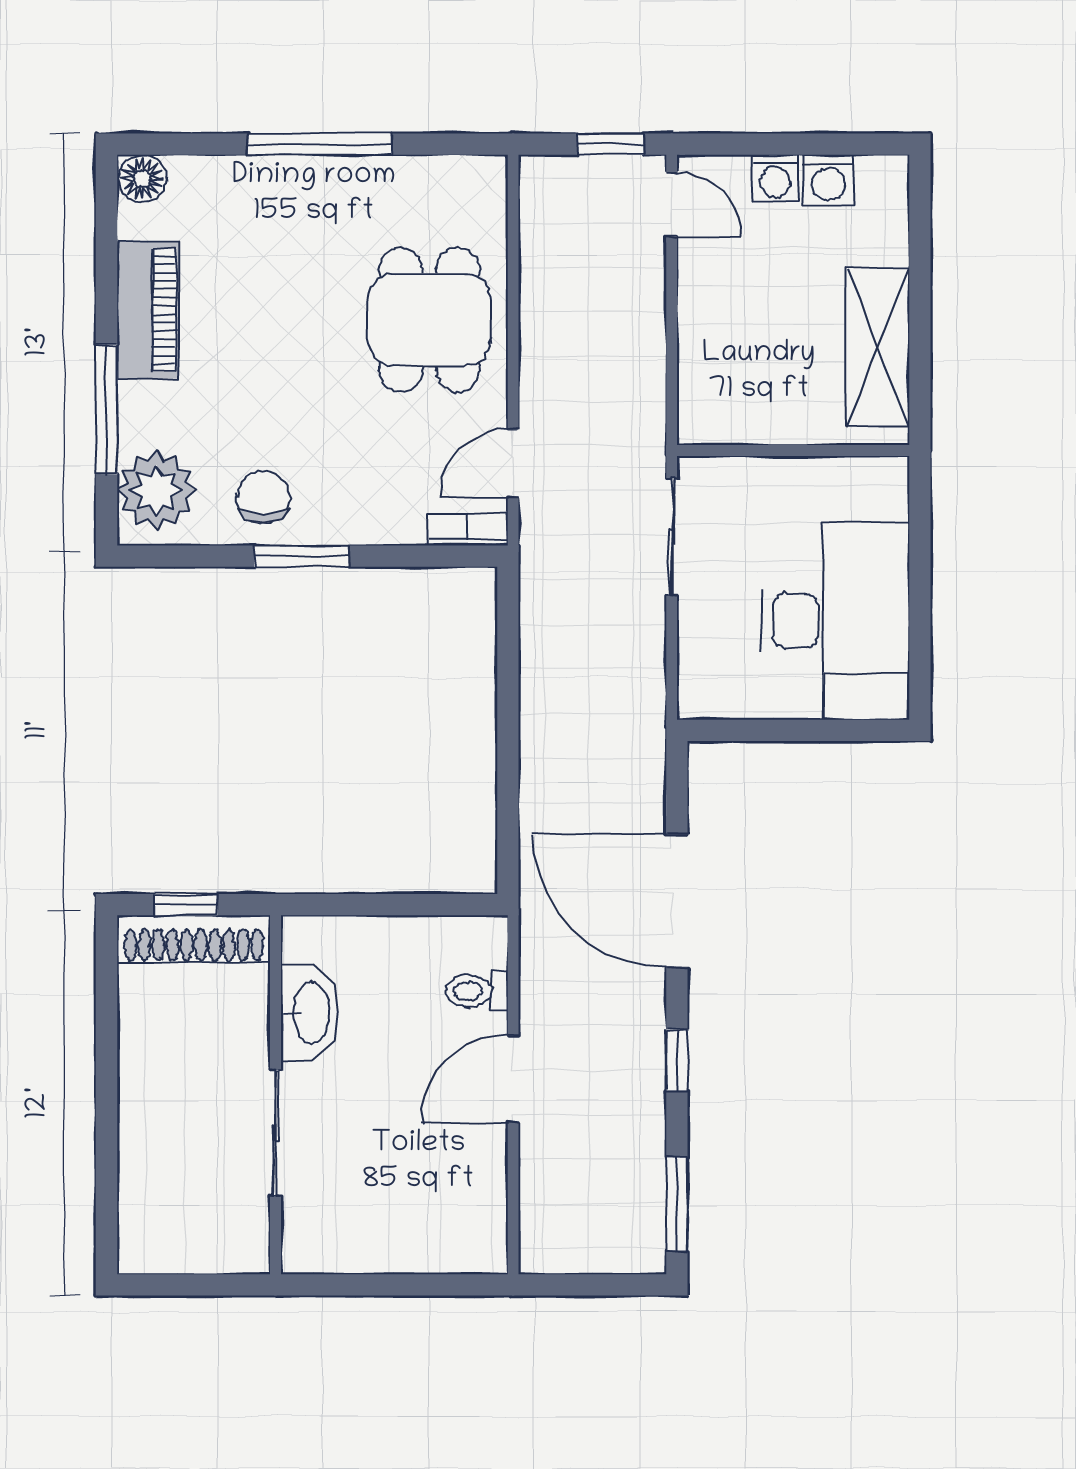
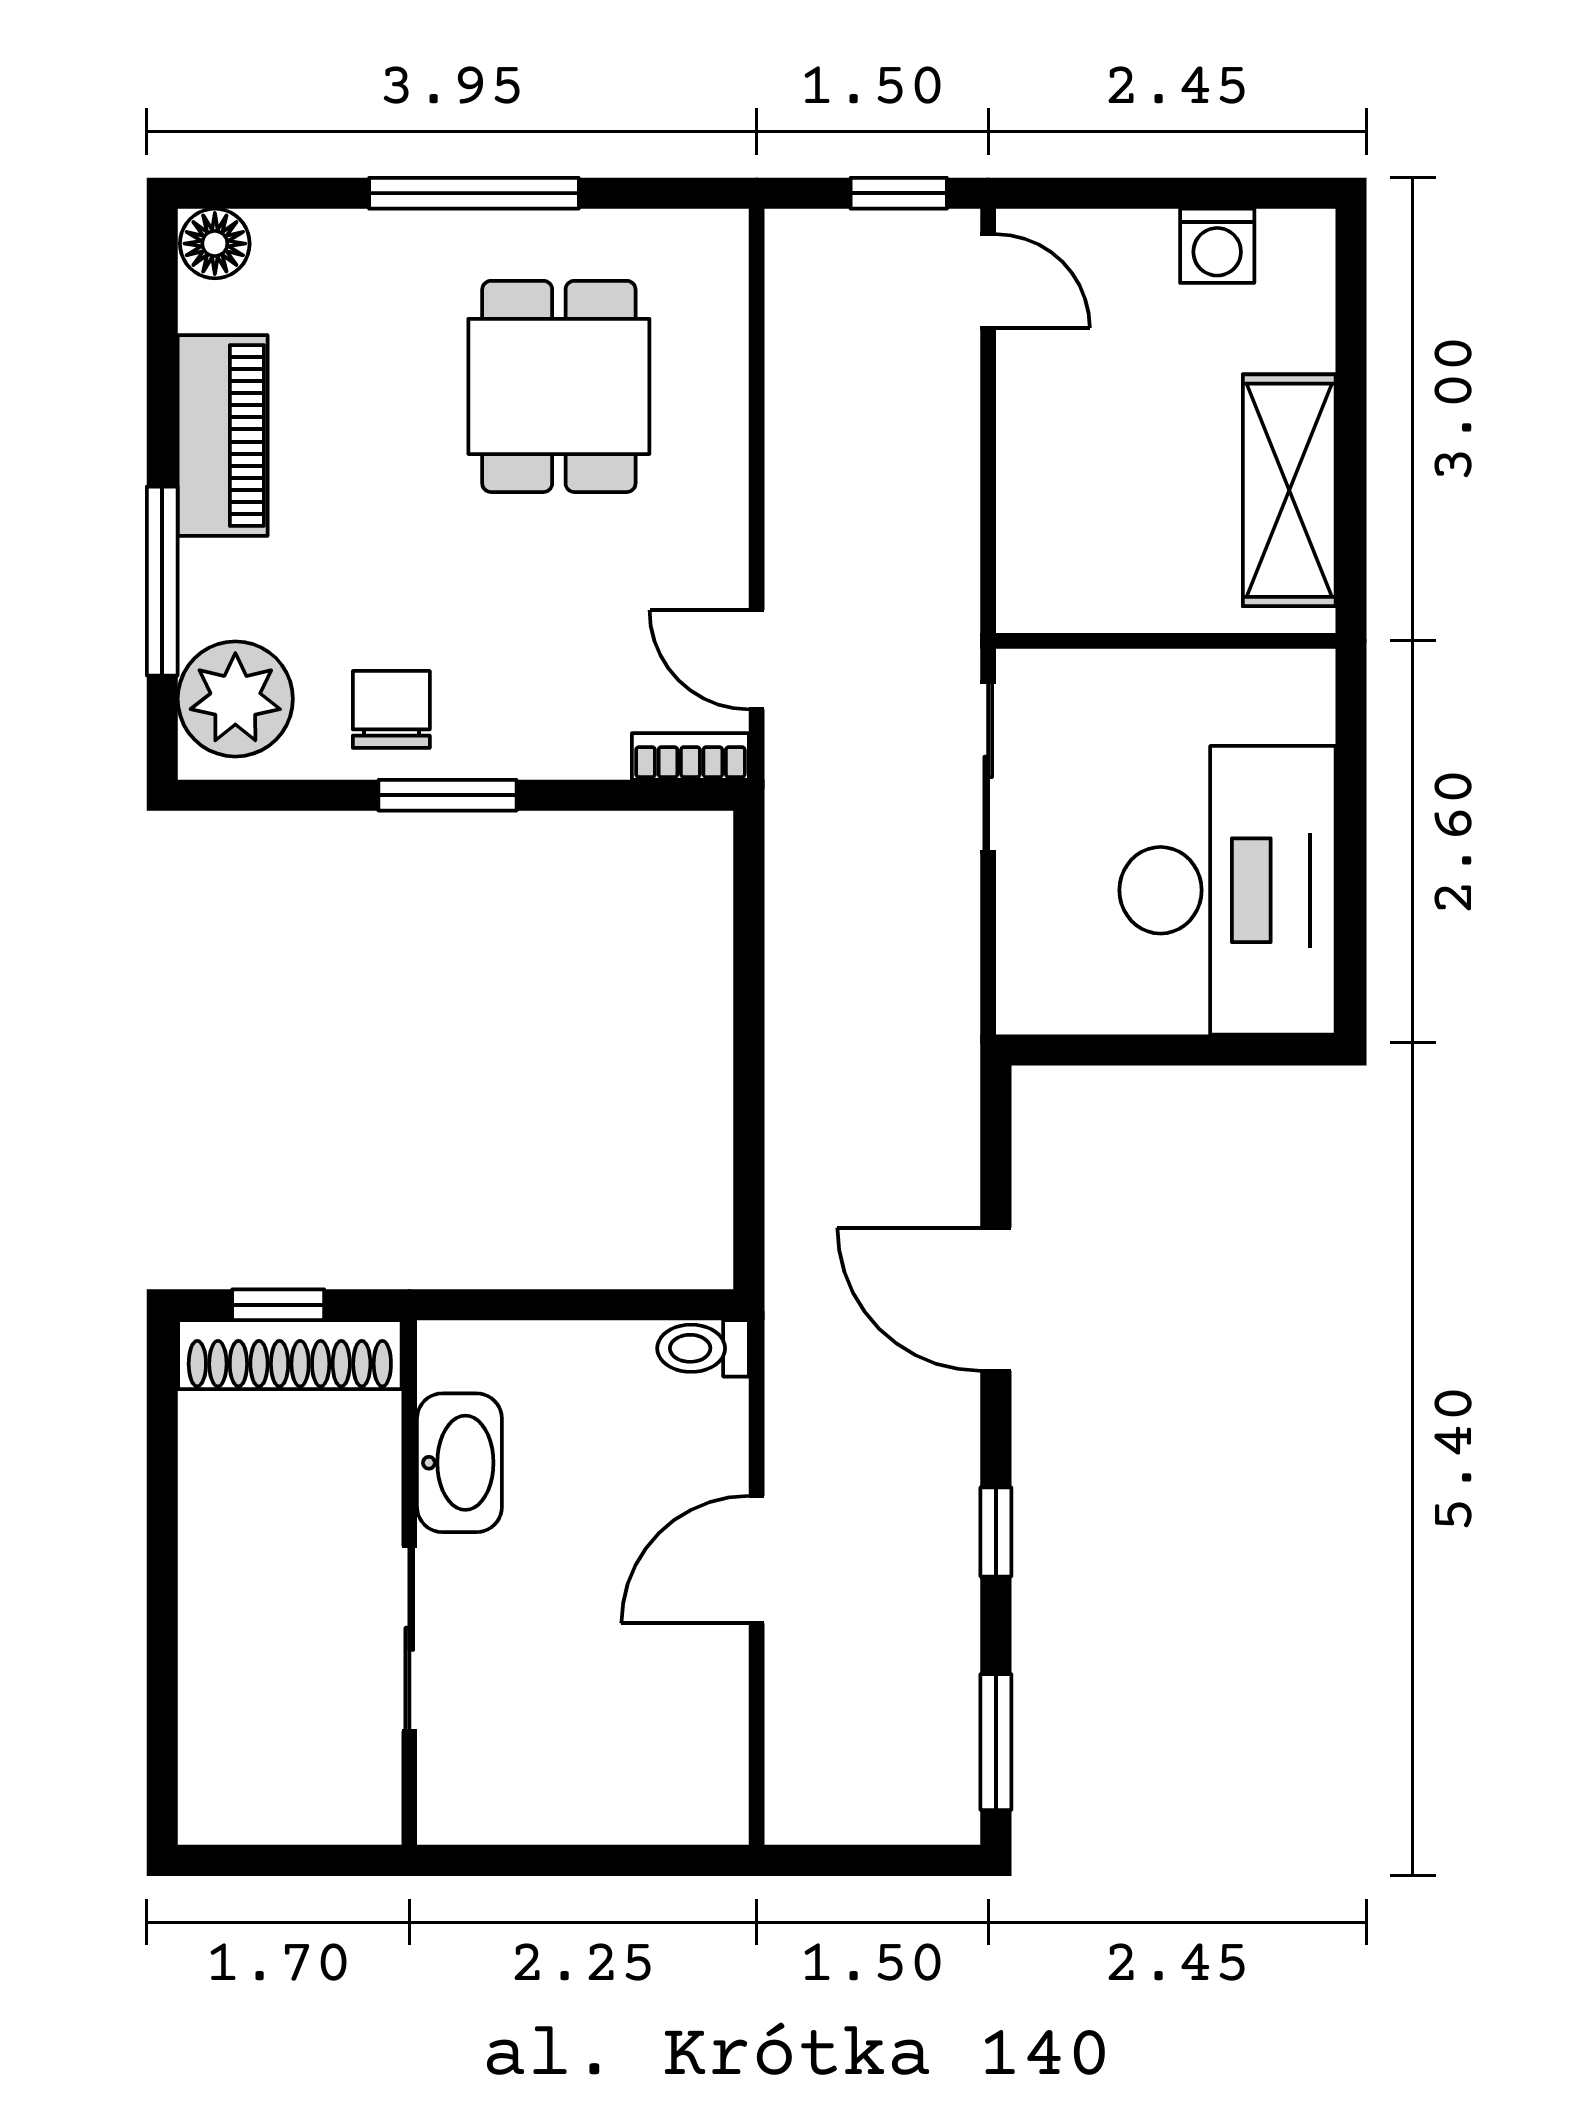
washing machine: (775, 178) -> (1140, 243), removed
dining table: (429, 320) -> (559, 386), moved
door: (513, 463) -> (757, 660), hinge flipped
door: (677, 901) -> (996, 1299), width x0.73
toilet: (476, 991) -> (703, 1348), moved

